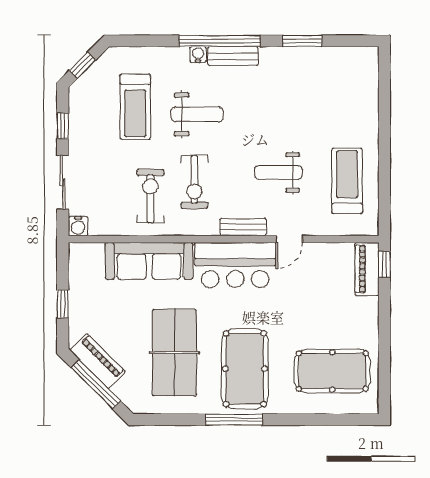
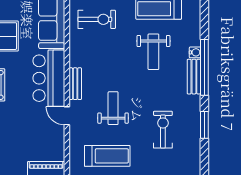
exercise bike: (194, 182) -> (163, 130), moved, turned 90

